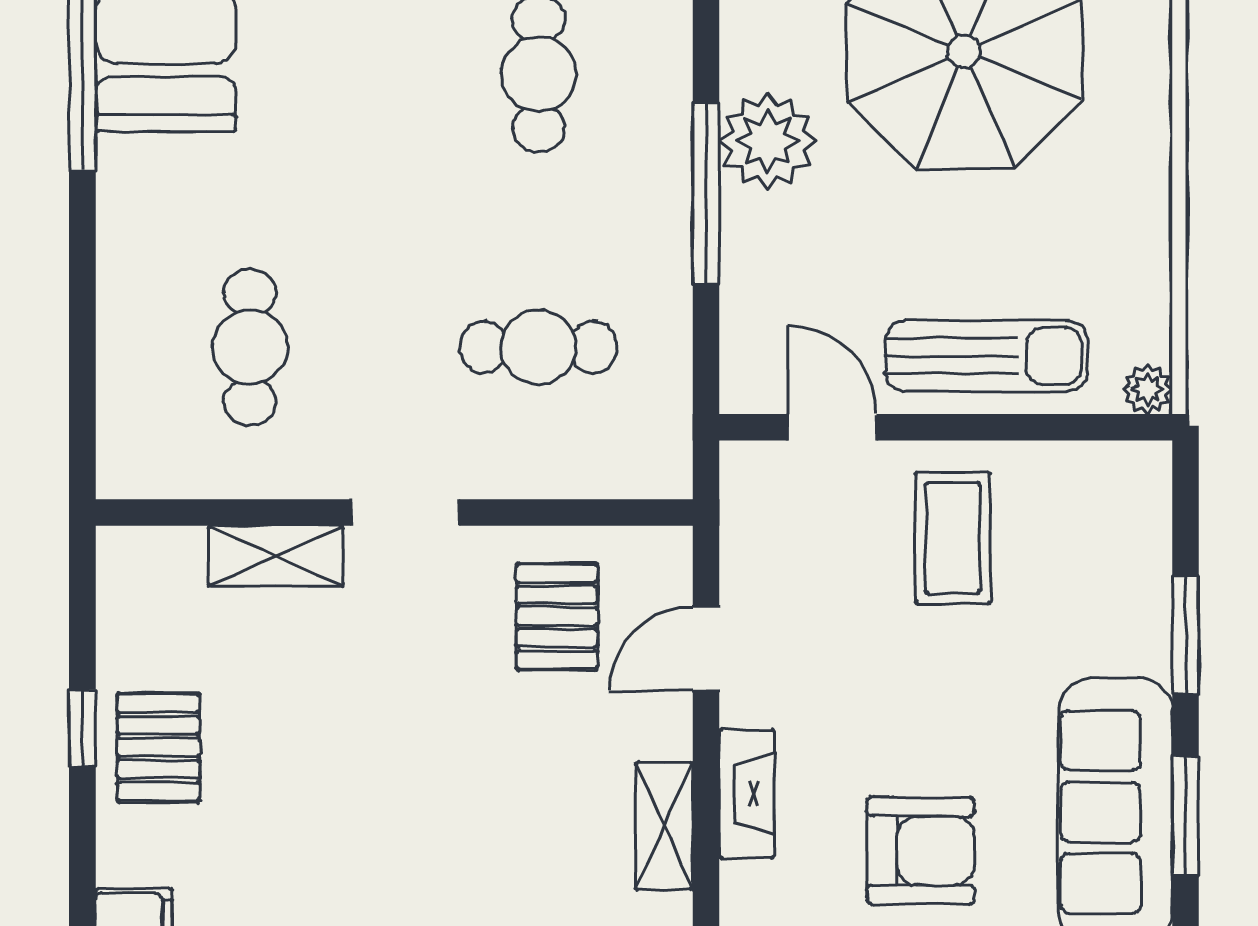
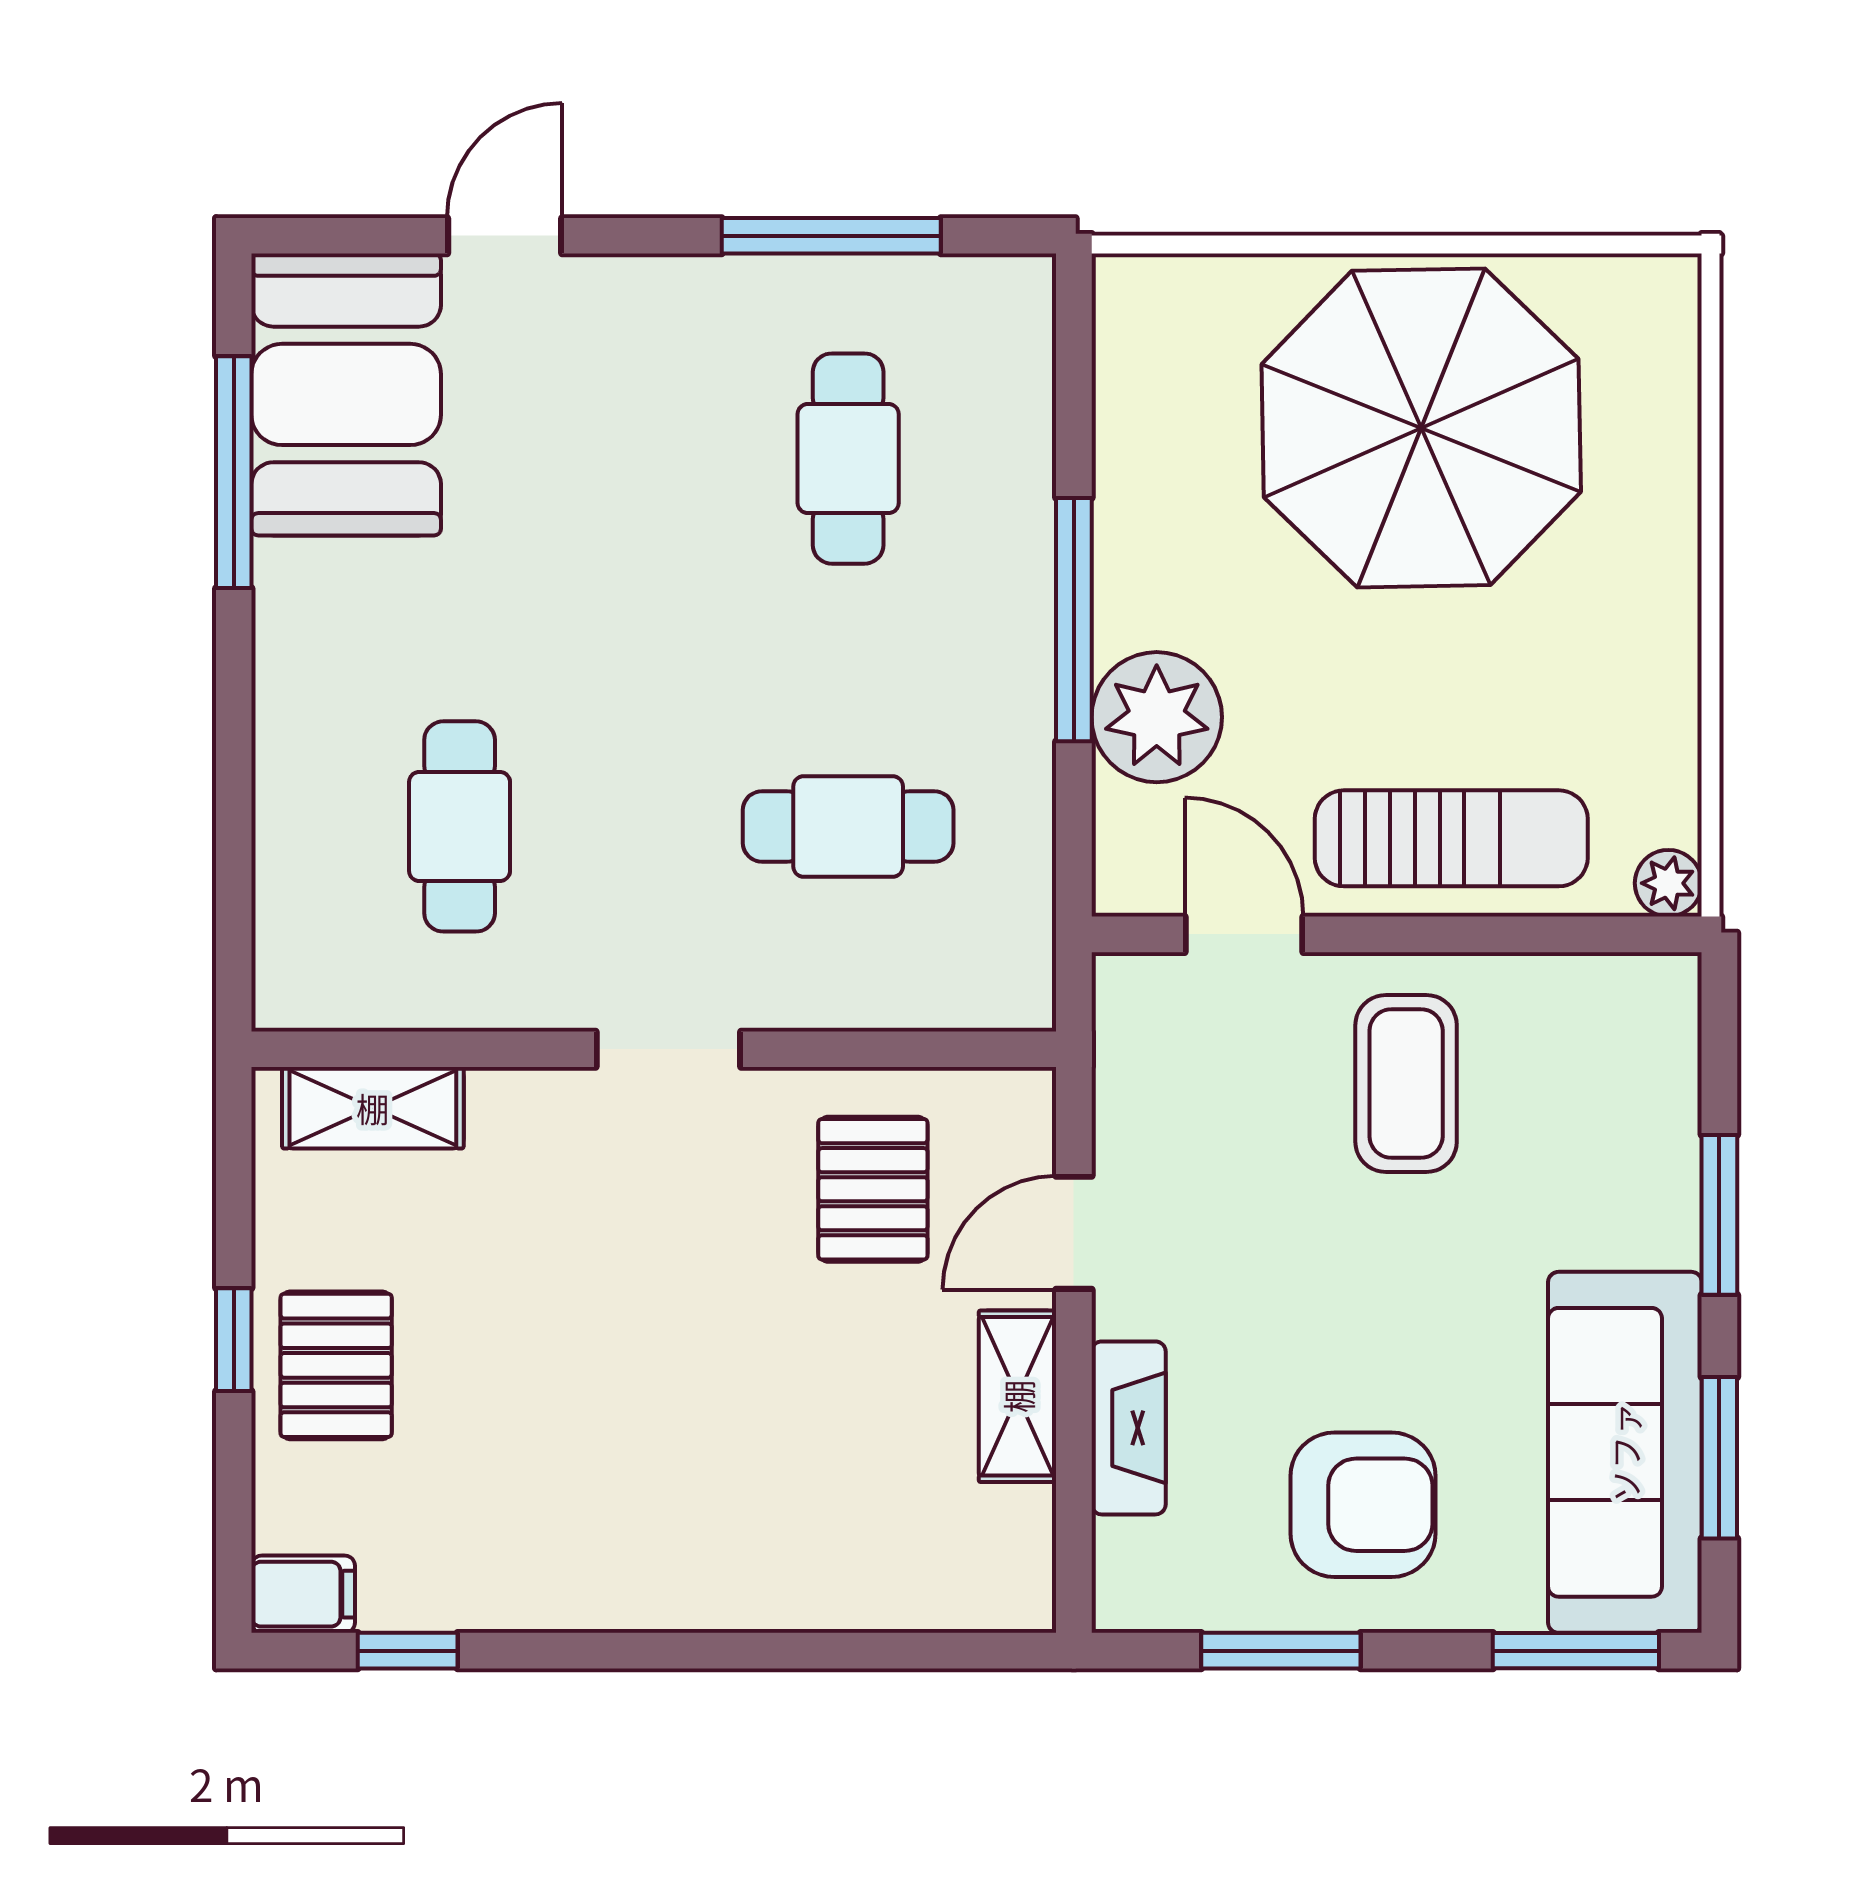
plant: (768, 141) -> (1157, 717), moved
shelving: (276, 556) -> (373, 1108), moved
shelving: (664, 826) -> (1018, 1396), moved

